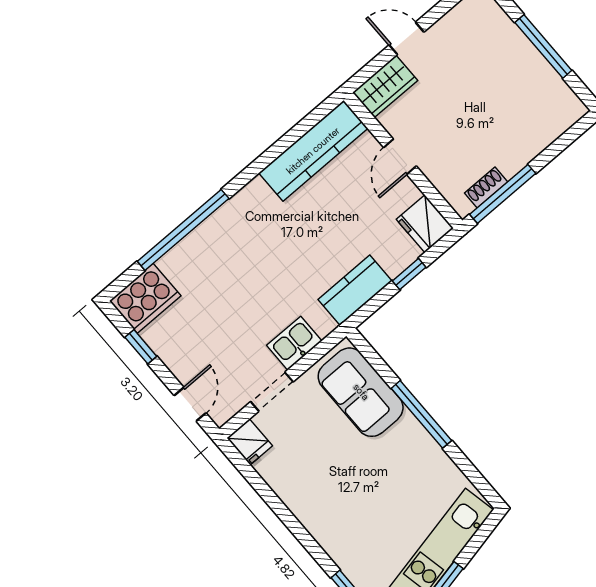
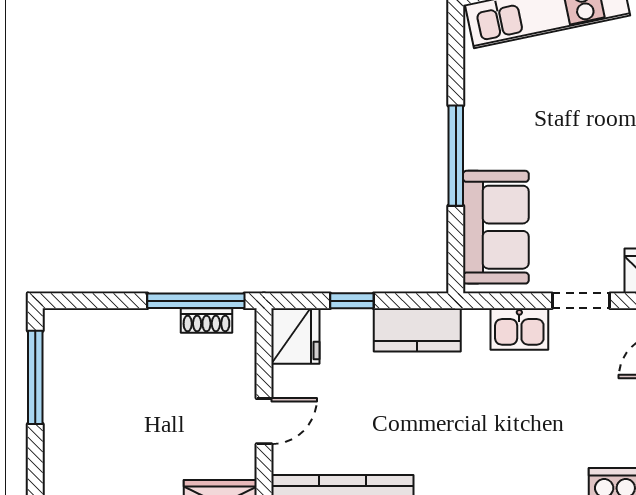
window: (543, 46) -> (35, 377), moved

